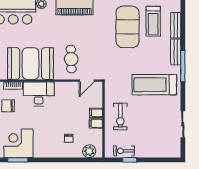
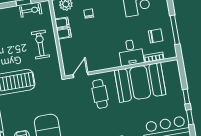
desk: (39, 94) -> (131, 53), width x0.73
filing cabinet: (96, 113) -> (62, 23), moved

